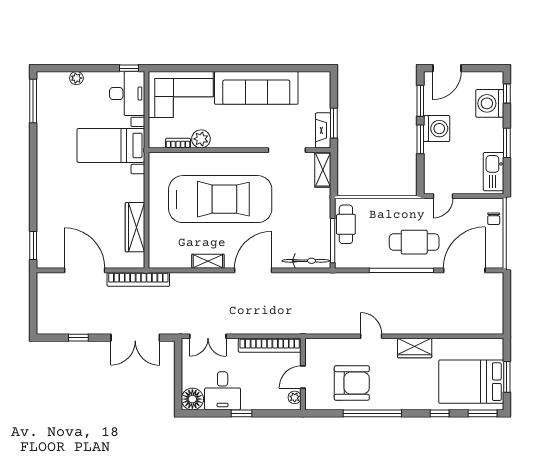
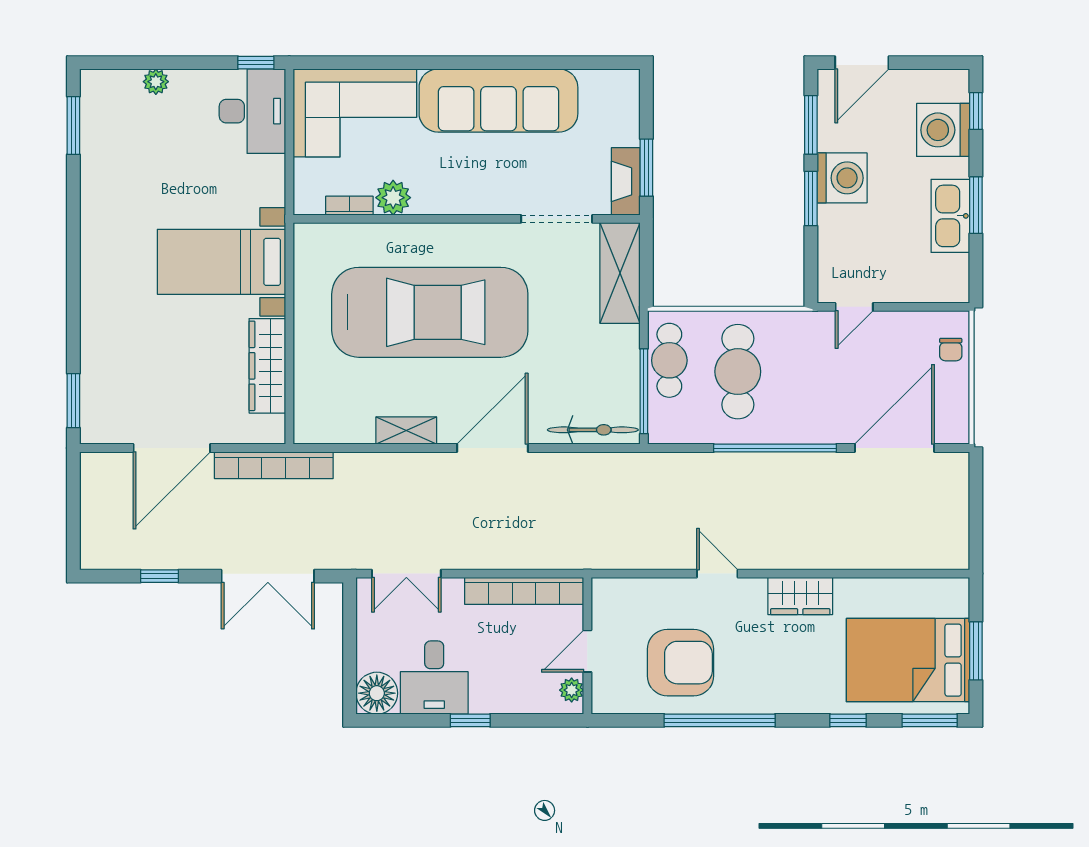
window: (33, 101) -> (73, 126), width x0.69
bed with nightstands: (111, 145) -> (221, 262), moved
shelving: (323, 170) -> (620, 273), width x1.50, depth x1.33
kitchen sink: (493, 172) -> (950, 216), moved
cafe table: (414, 242) -> (738, 372), moved, turned 90
door: (85, 270) -> (172, 448), swing flipped

